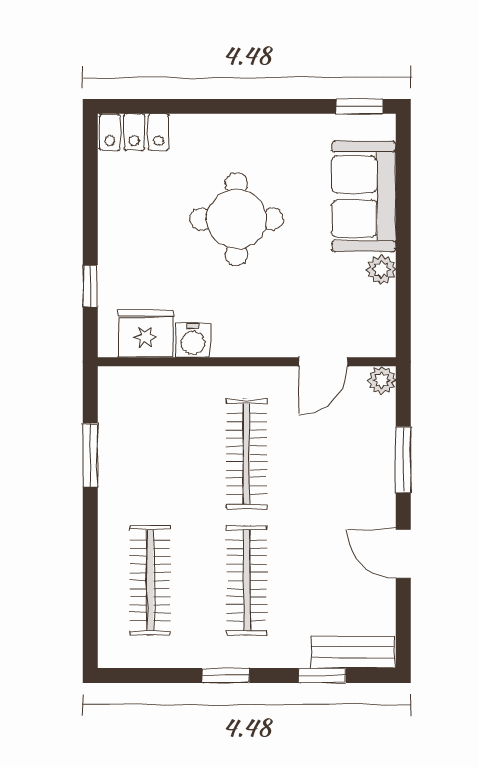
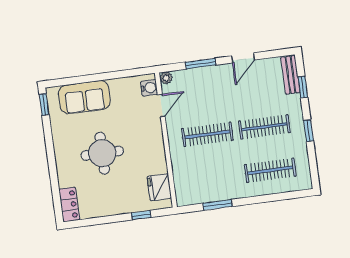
plant: (381, 270) -> (116, 85), removed
water cooler: (193, 340) -> (149, 88), moved
door: (323, 362) -> (161, 106), hinge flipped

